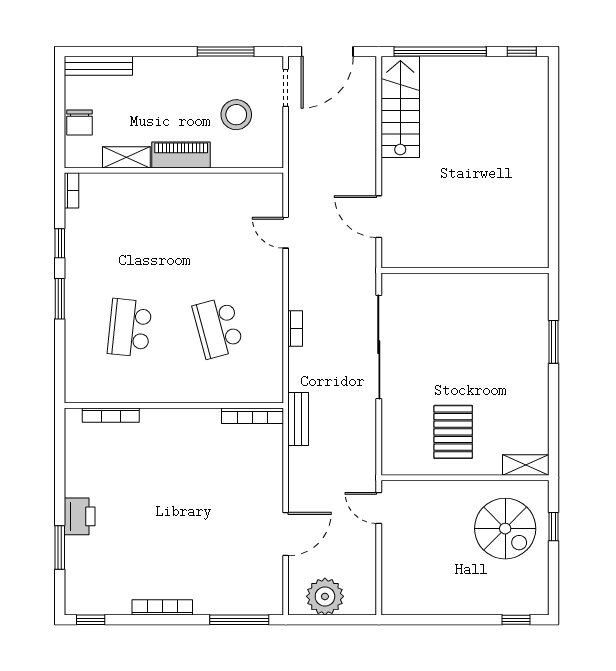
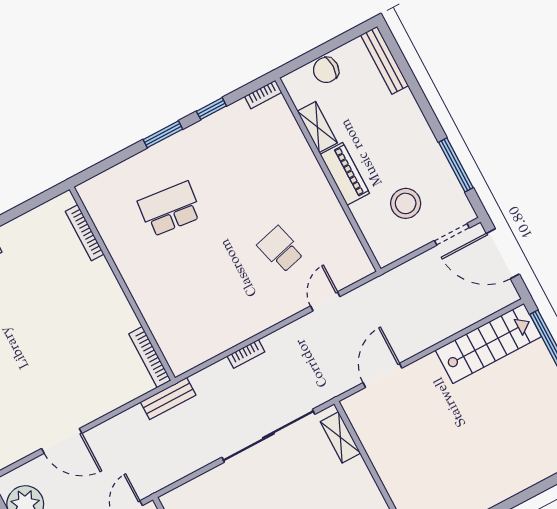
shelving: (414, 283) -> (340, 437), added
school desk: (218, 328) -> (281, 249), moved, width x0.54

